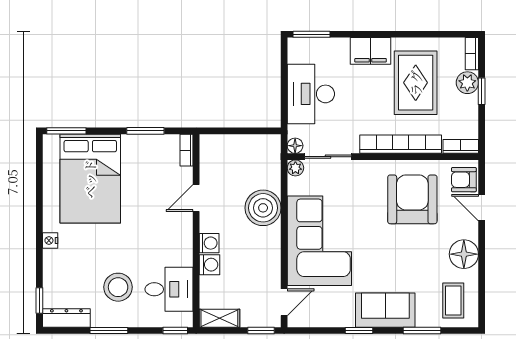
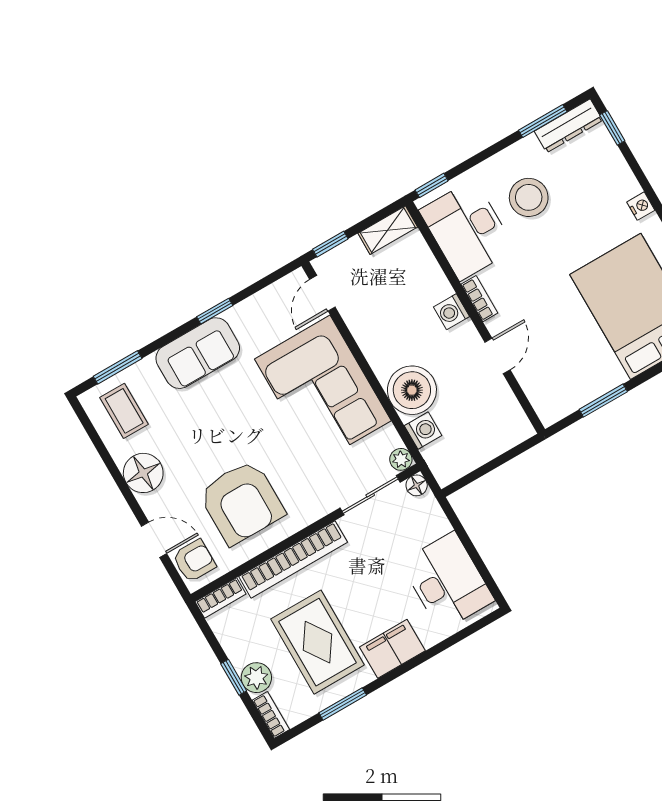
window: (311, 34) -> (343, 704), moved
desk: (311, 94) -> (447, 581), moved
bookcase: (187, 150) -> (479, 299), moved
washing machine: (209, 265) -> (423, 431), moved, turned 180
desk: (169, 289) -> (467, 230), width x1.37
window: (109, 330) -> (543, 121), moved
window: (422, 330) -> (118, 367), moved

